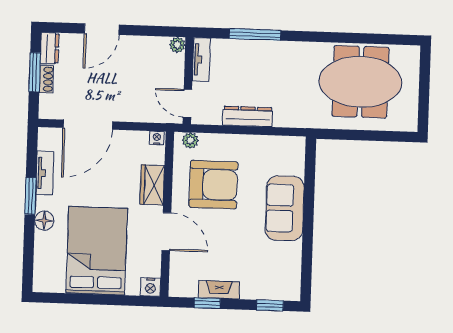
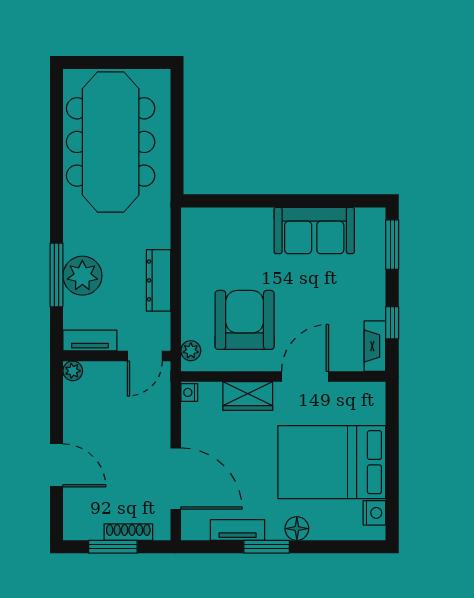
dresser: (50, 48) -> (82, 529), removed
plant: (254, 55) -> (82, 276), added
shoe rack: (46, 79) -> (128, 532), width x1.43
meeting table: (360, 82) -> (111, 142), width x1.36
sofa: (285, 208) -> (314, 231), moved
nightstand: (150, 287) -> (374, 513), moved
fireplace: (219, 290) -> (375, 346), moved
window: (270, 305) -> (392, 245), width x1.50

